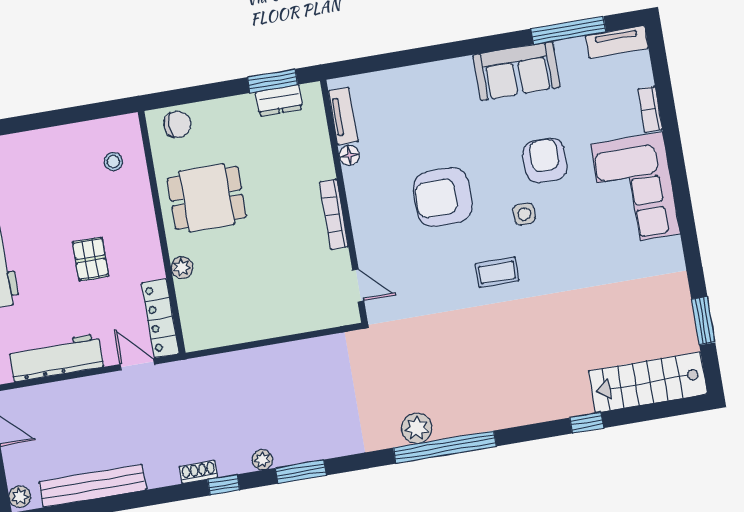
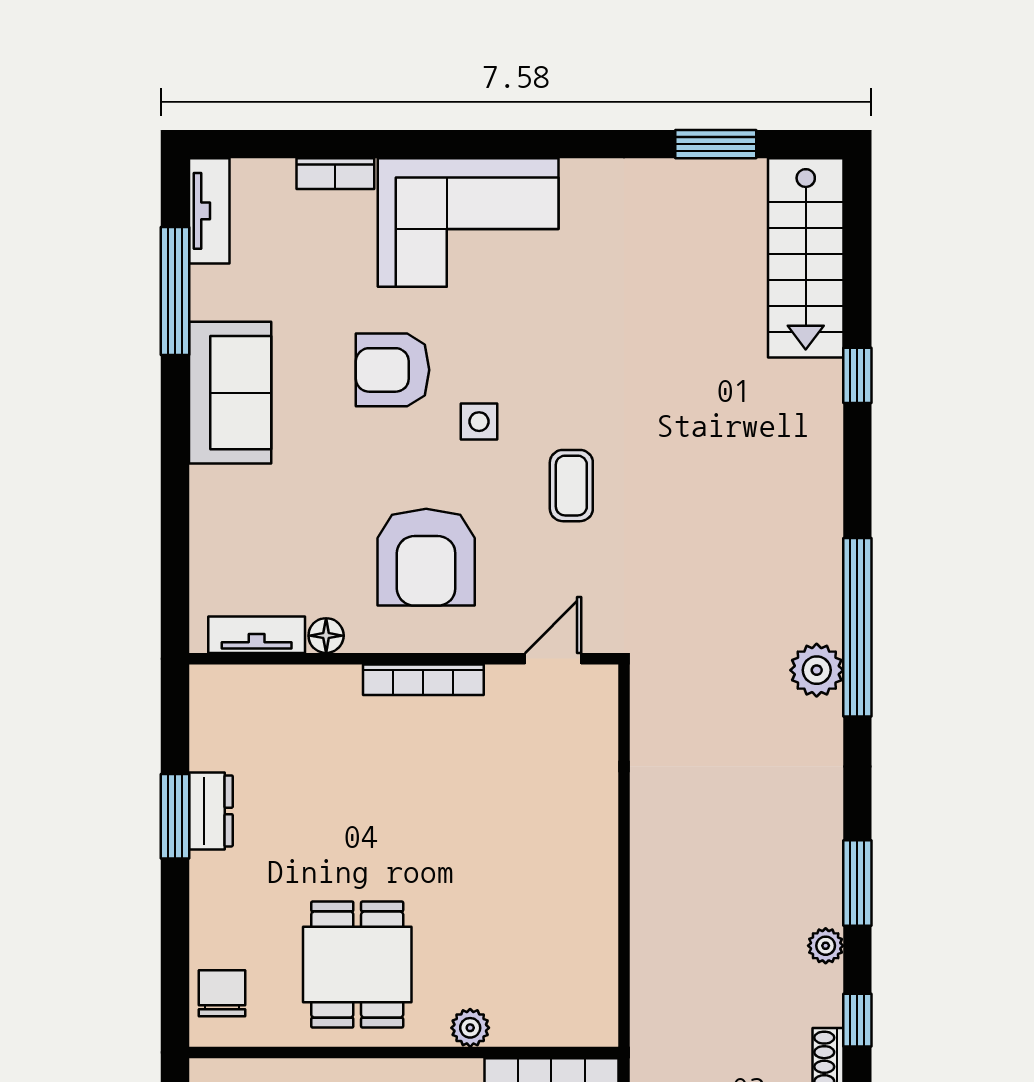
tv unit: (343, 116) -> (257, 635), moved
floor lamp: (349, 155) -> (326, 636), moved
wall: (344, 201) -> (404, 659), moved
bookcase: (334, 214) -> (423, 680), moved
door: (358, 285) -> (553, 659), moved

